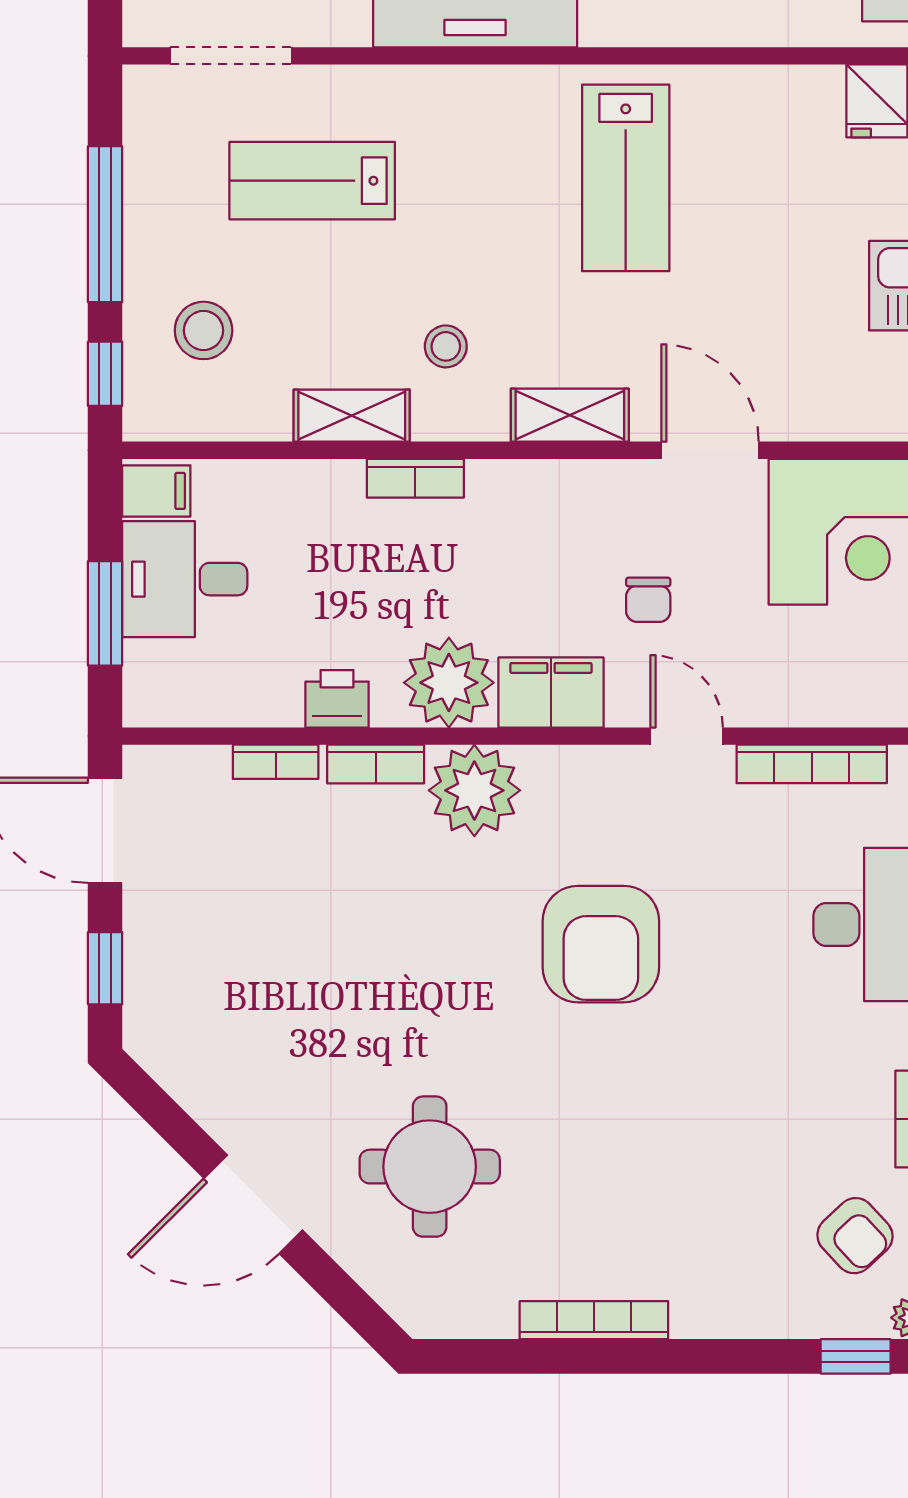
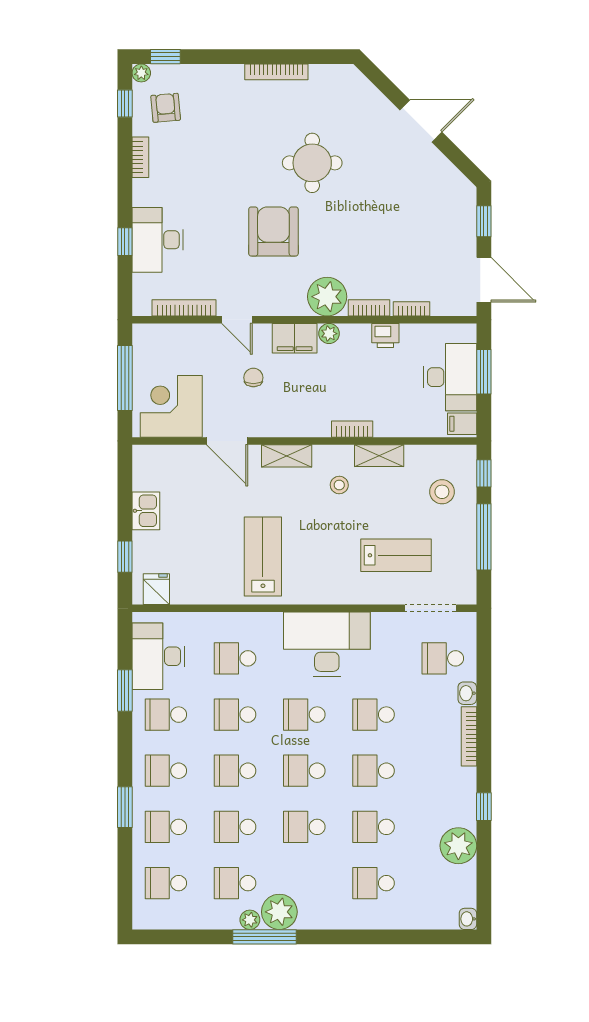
desk: (185, 579) -> (450, 377), width x1.37
plant: (449, 683) -> (329, 334), width x0.53, depth x0.53
round table: (430, 1167) -> (312, 163), moved
armchair: (855, 1236) -> (166, 108), turned 38

